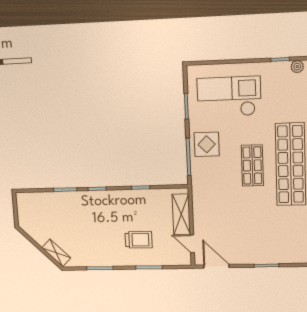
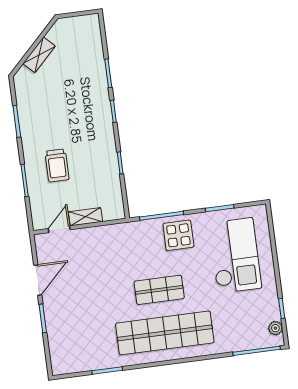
shelving: (181, 214) -> (85, 217), width x0.67, depth x0.75
shelving: (56, 253) -> (39, 55), moved
door: (217, 266) -> (38, 280), moved

